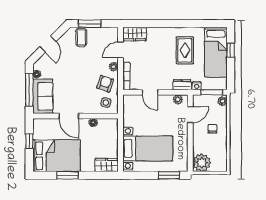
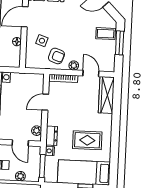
wardrobe: (135, 34) -> (106, 95), width x1.50
plant: (222, 101) -> (20, 176), moved
side table: (106, 103) -> (42, 41), moved

